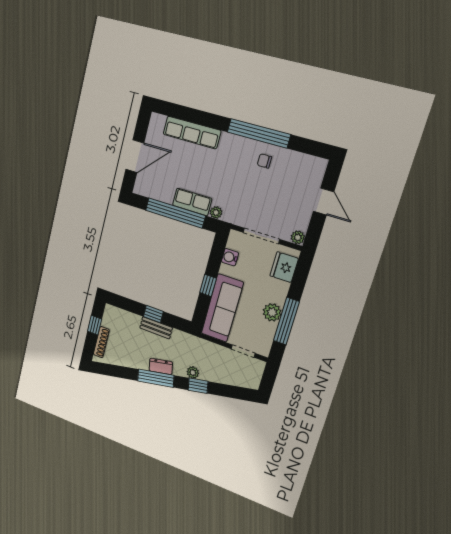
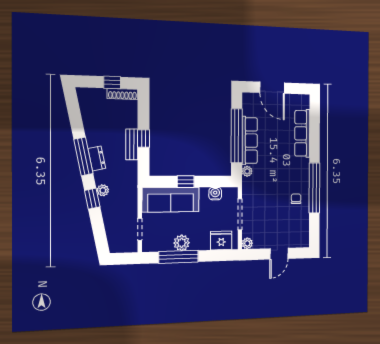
row of seats: (192, 202) -> (250, 141), width x1.48
shoe rack: (101, 342) -> (122, 94), moved

